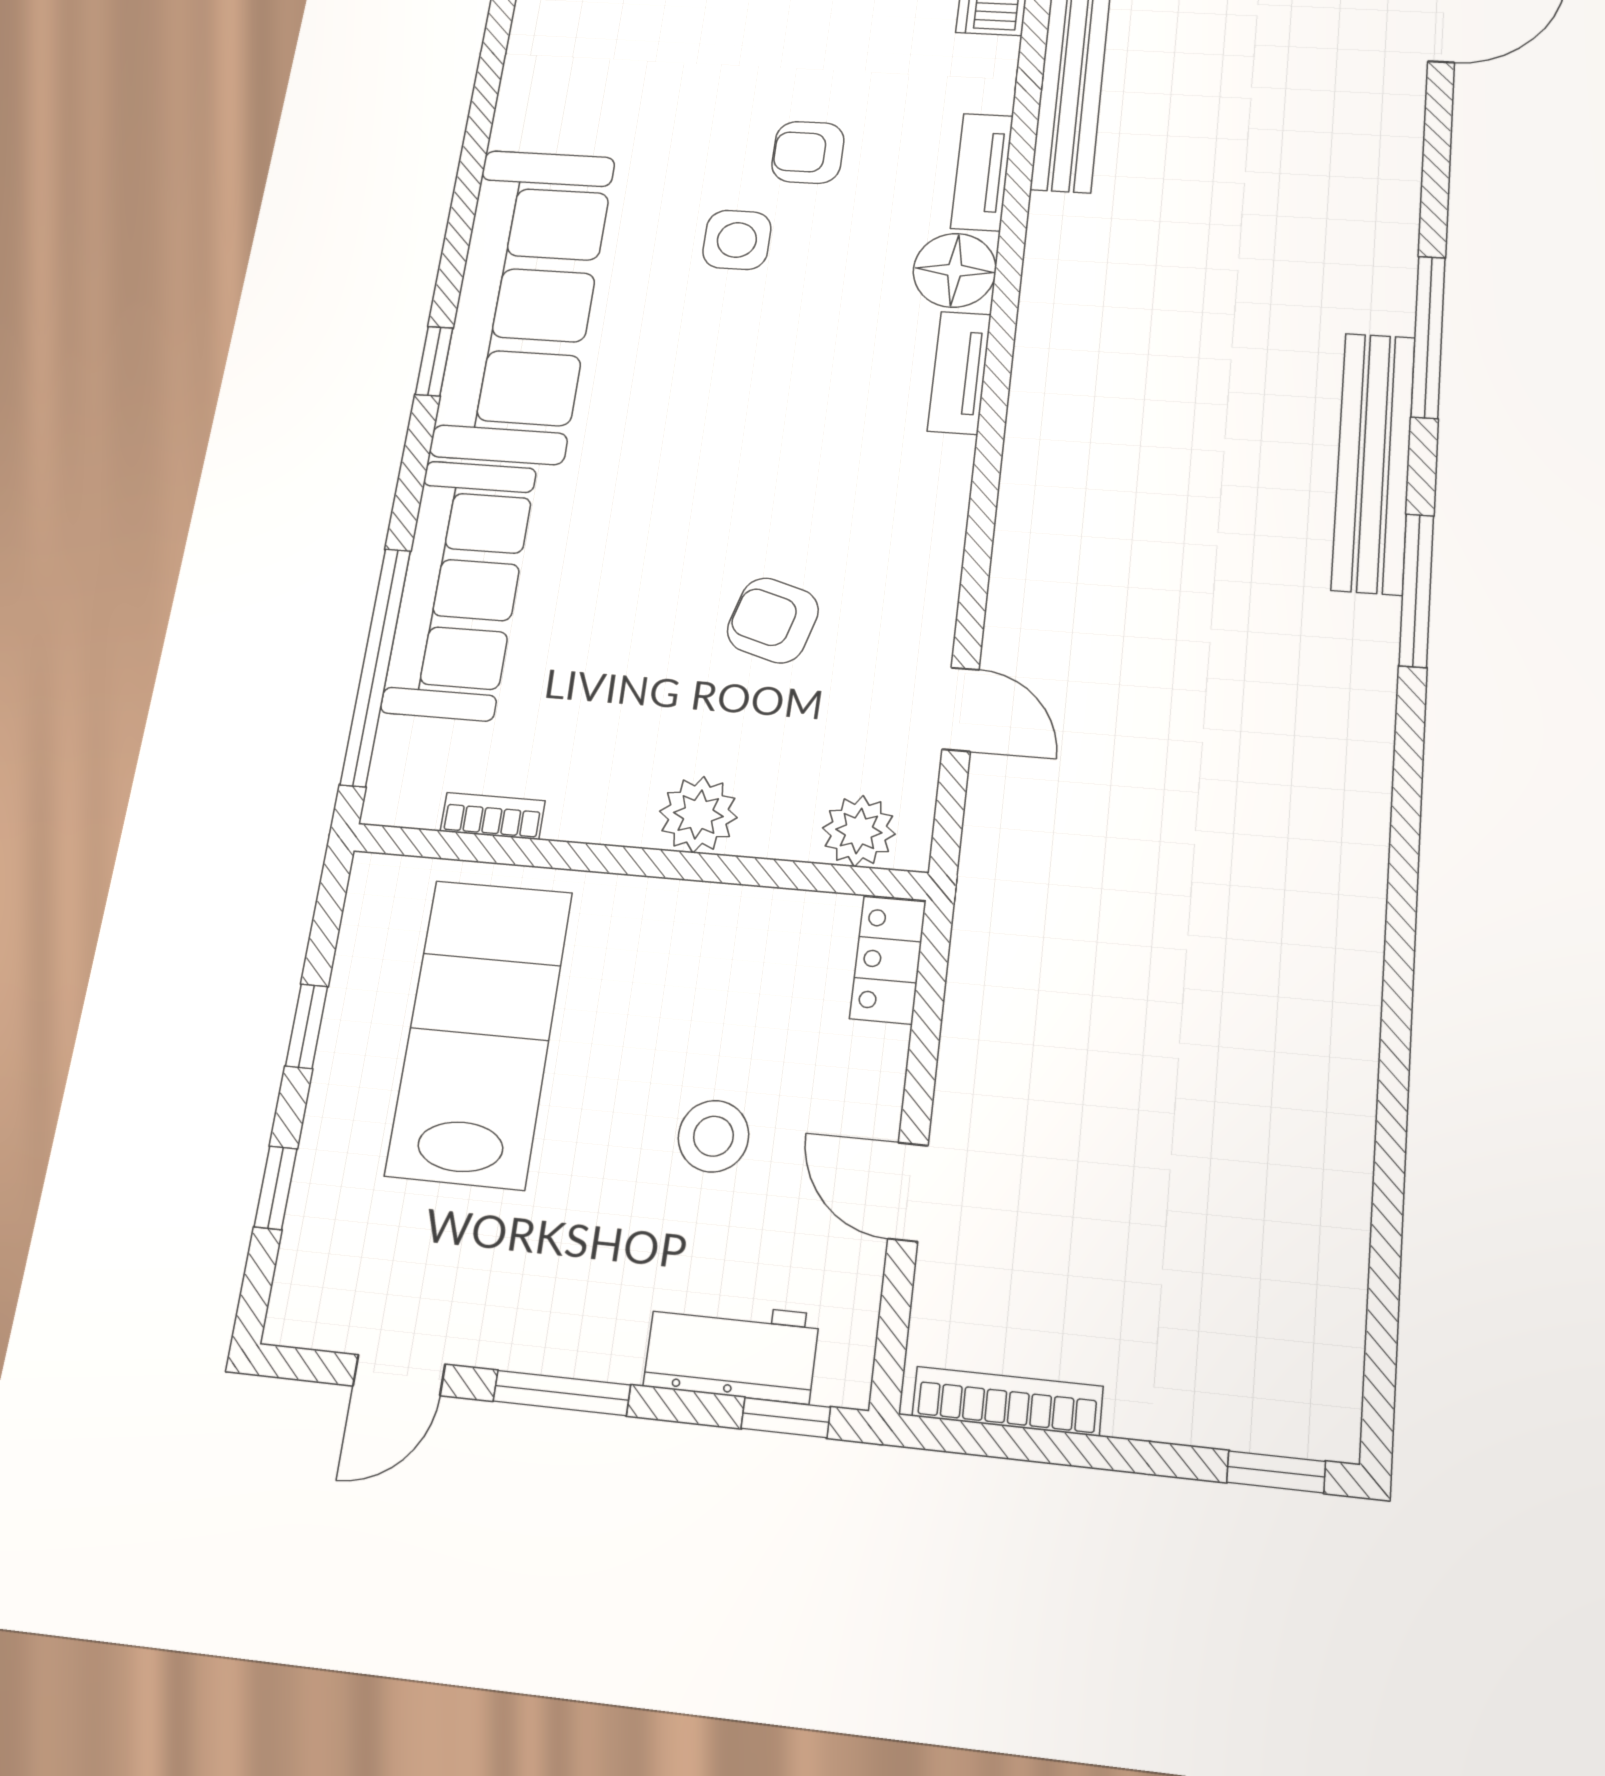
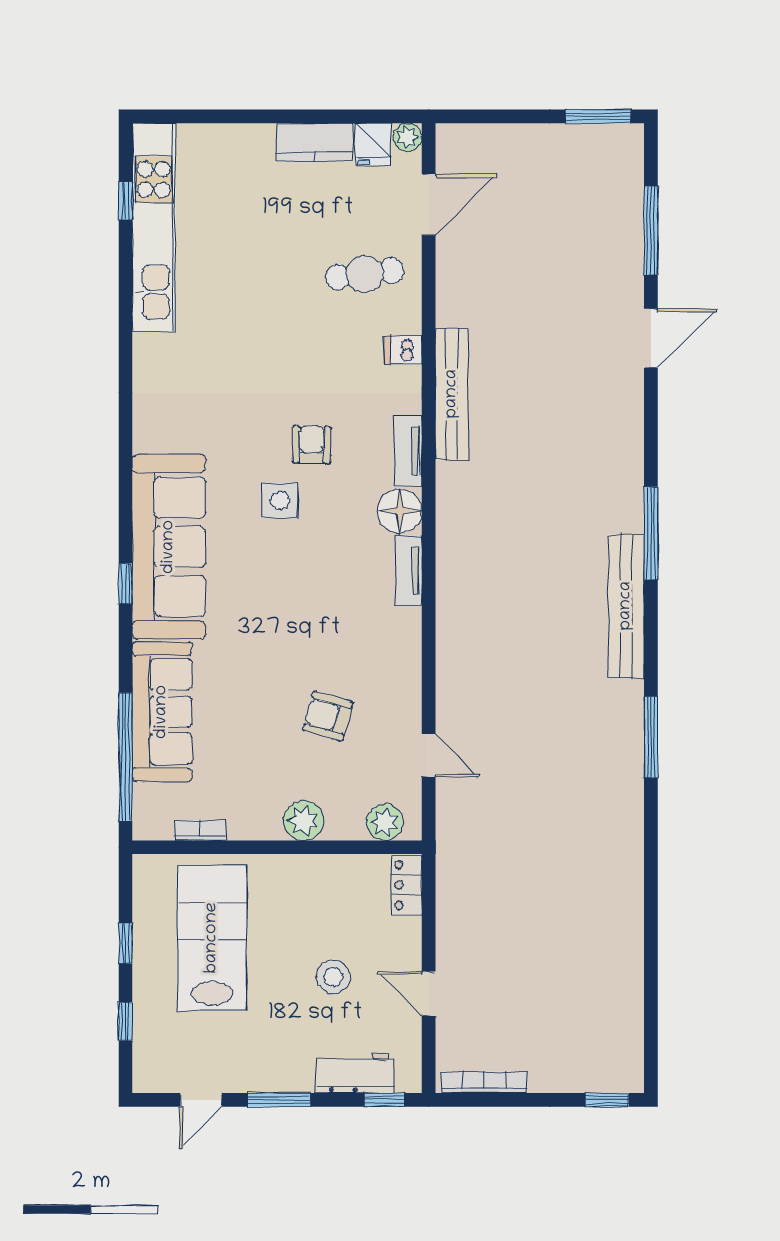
armchair: (808, 152) -> (312, 445), turned 91
window: (1416, 590) -> (651, 737), moved

